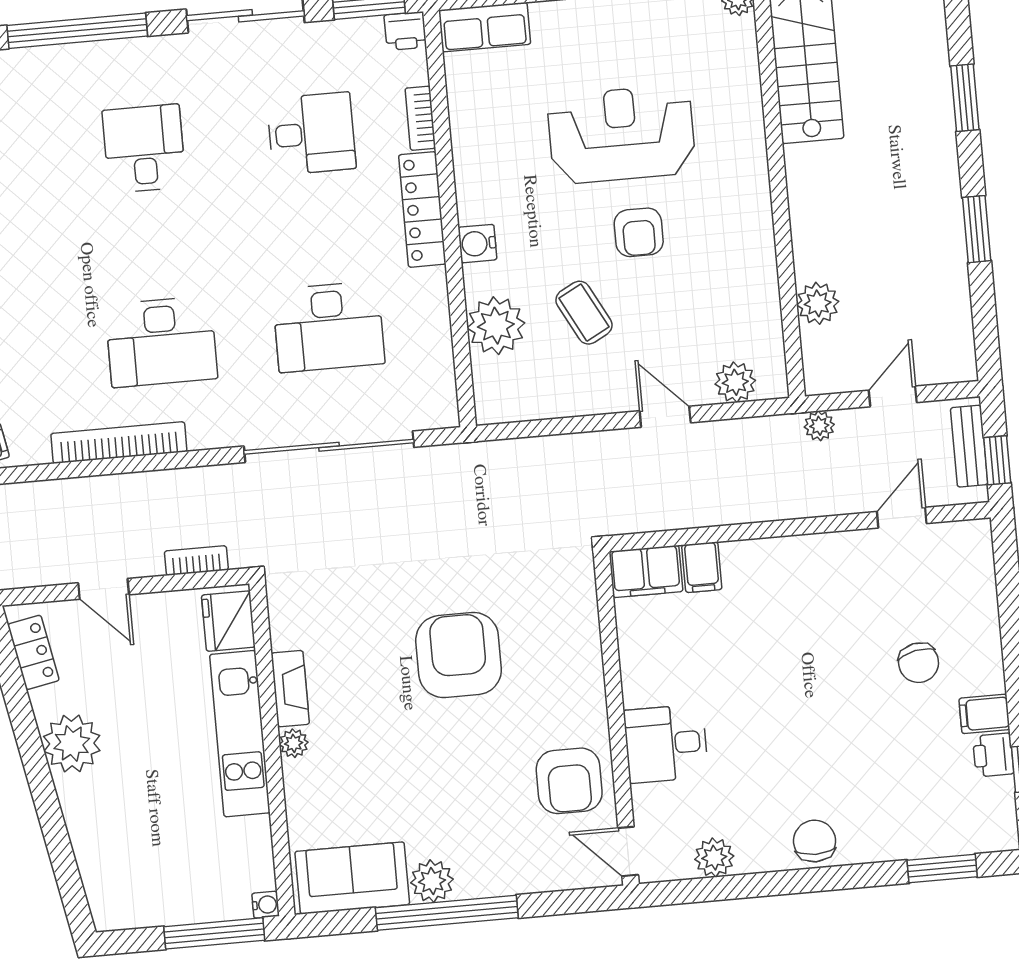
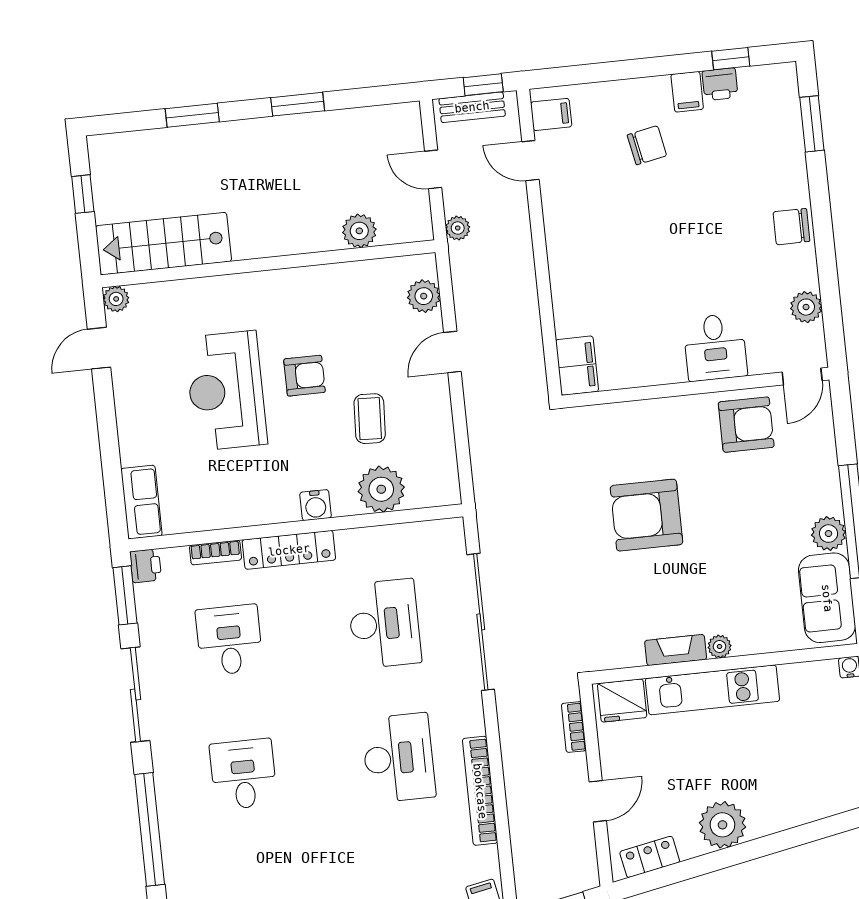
desk: (144, 149) -> (243, 774), turned 90
coffee table: (584, 313) -> (370, 419), turned -59
filing cabinet: (702, 567) -> (551, 114), moved

